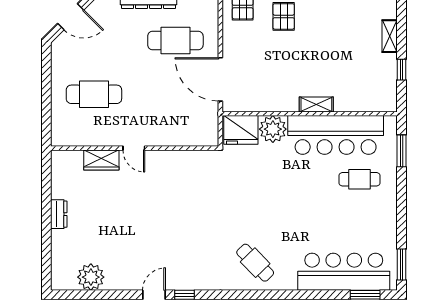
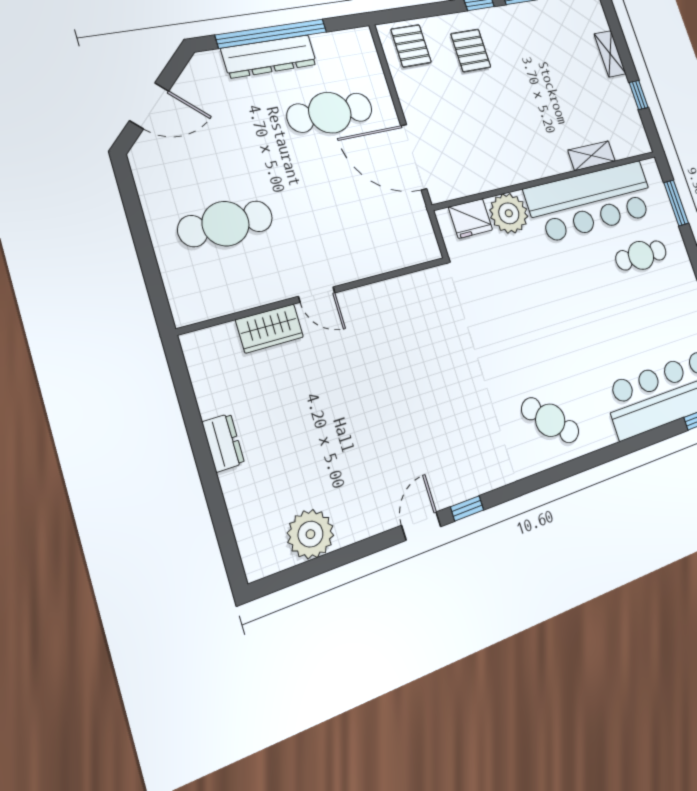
shelving: (316, 104) -> (592, 156), moved
fridge: (241, 130) -> (471, 218), width x0.73, depth x0.75

